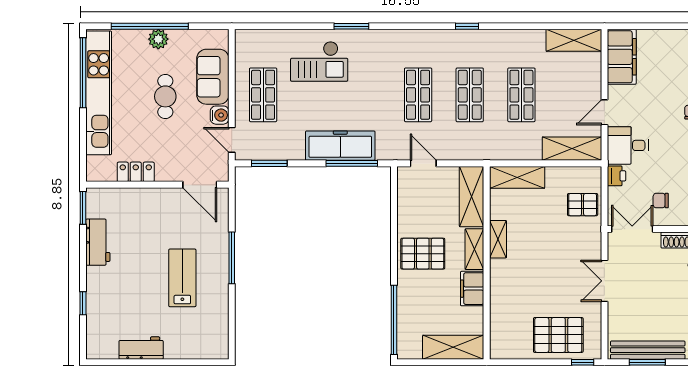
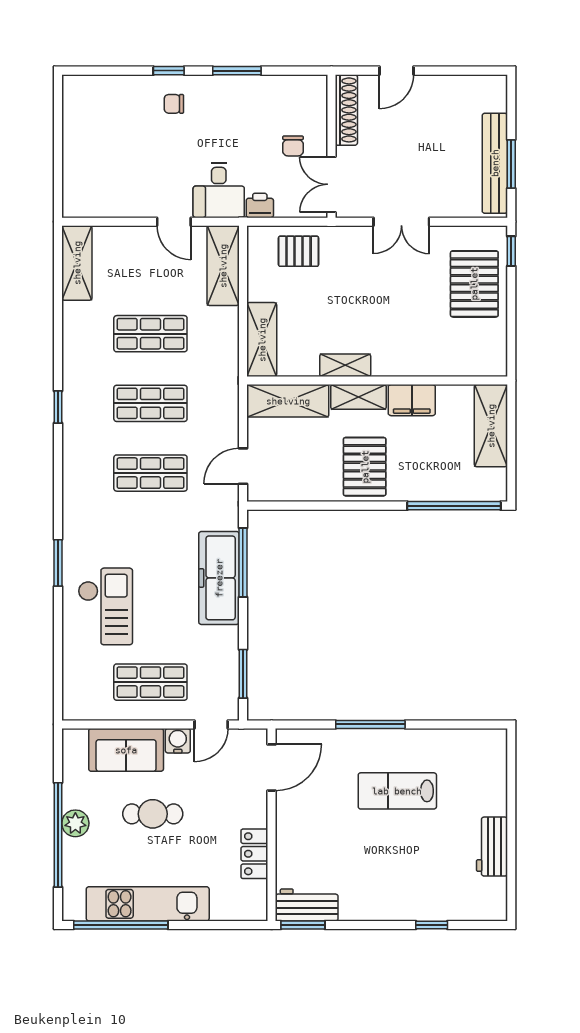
filing cabinet: (622, 57) -> (99, 198), removed
kitchen unit: (99, 93) -> (148, 904), width x0.73
pallet: (583, 205) -> (299, 251), turned 90
workbench: (98, 242) -> (307, 905), moved

